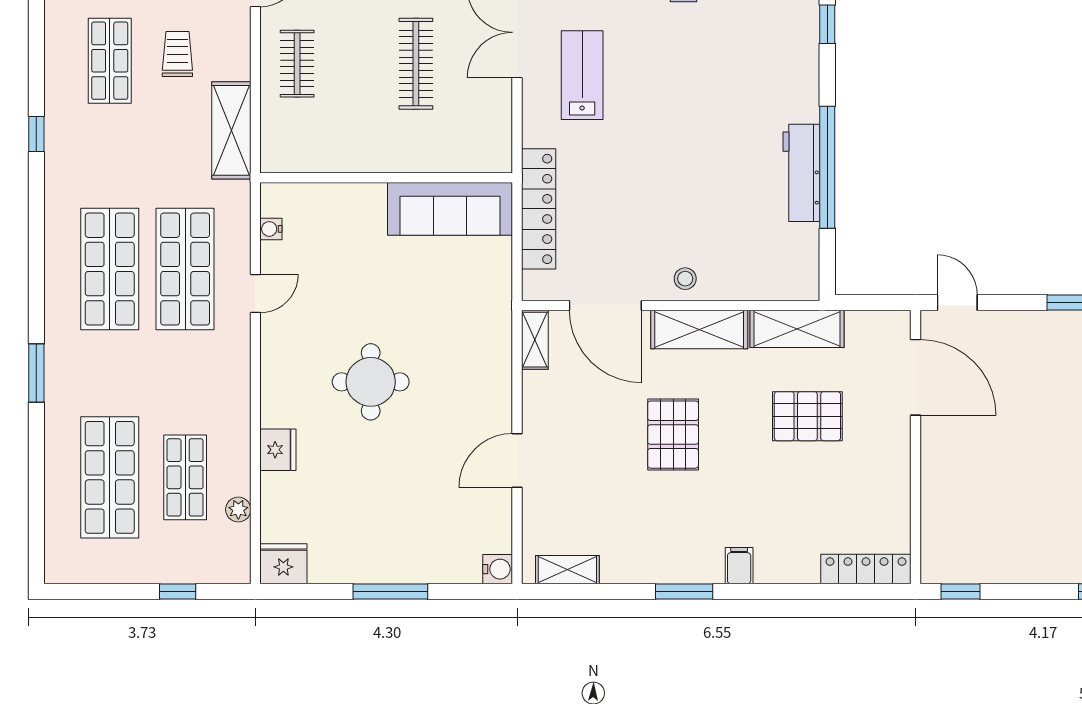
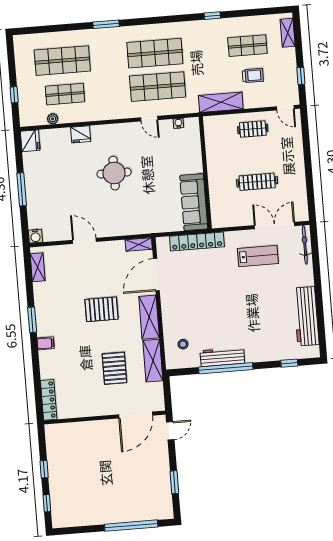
stool: (685, 279) -> (183, 344), moved
window: (960, 592) -> (44, 469), moved

